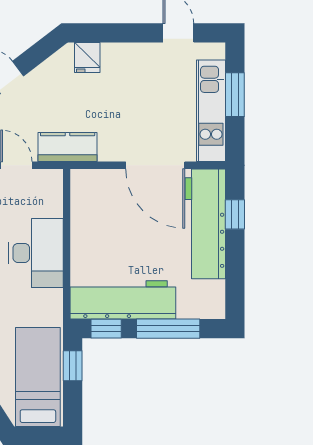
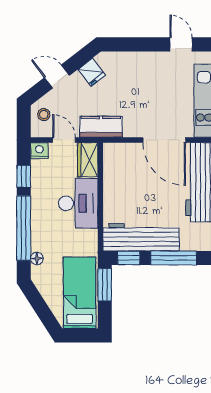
fridge: (87, 57) -> (92, 72), moved, turned -38
wardrobe: (49, 193) -> (88, 160), added
window: (73, 366) -> (105, 285), width x1.50

